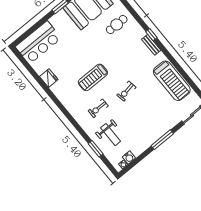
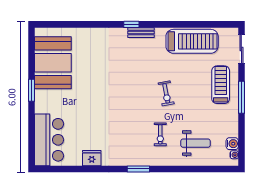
cafe table: (117, 25) -> (94, 50), removed
treadmill: (93, 77) -> (221, 85), moved, turned 180
window: (96, 149) -> (138, 169), moved

